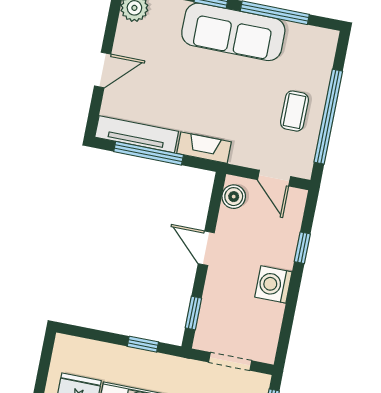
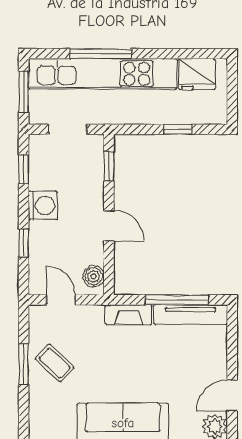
door: (103, 70) -> (232, 395), moved
coffee table: (294, 111) -> (55, 363), turned -47
window: (328, 117) -> (24, 364), width x0.47
window: (286, 328) -> (24, 169), added
window: (143, 344) -> (178, 129), moved

